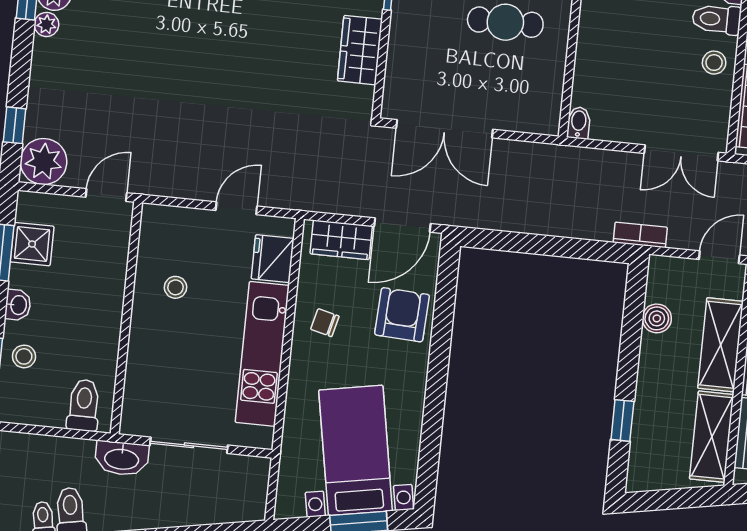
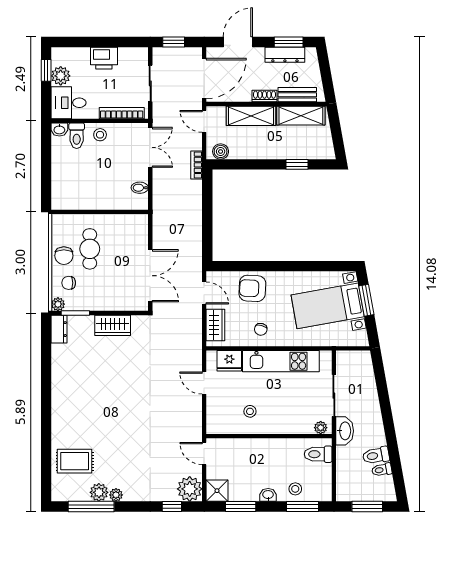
bidet: (579, 123) -> (140, 188), moved
door: (402, 225) -> (204, 293), width x0.73
shower: (32, 244) -> (217, 491), moved
boiler: (657, 318) -> (221, 151), moved
plant: (132, 415) -> (321, 428), added

